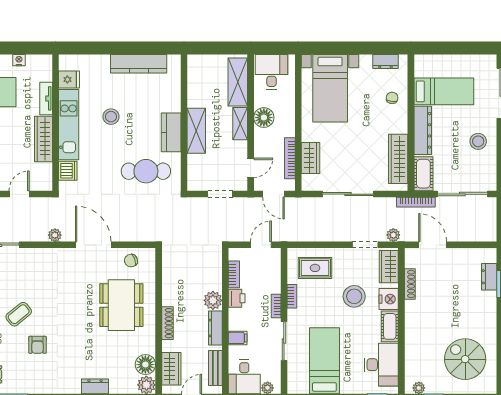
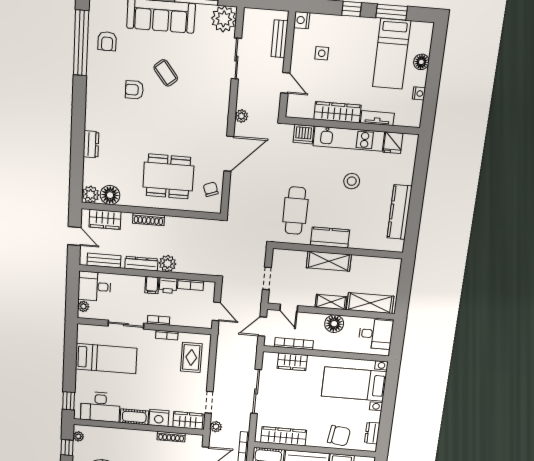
chair: (392, 98) -> (339, 436), width x1.87, depth x1.87
stool: (354, 296) -> (163, 389), removed
filing cabinet: (238, 338) -> (152, 285), moved

